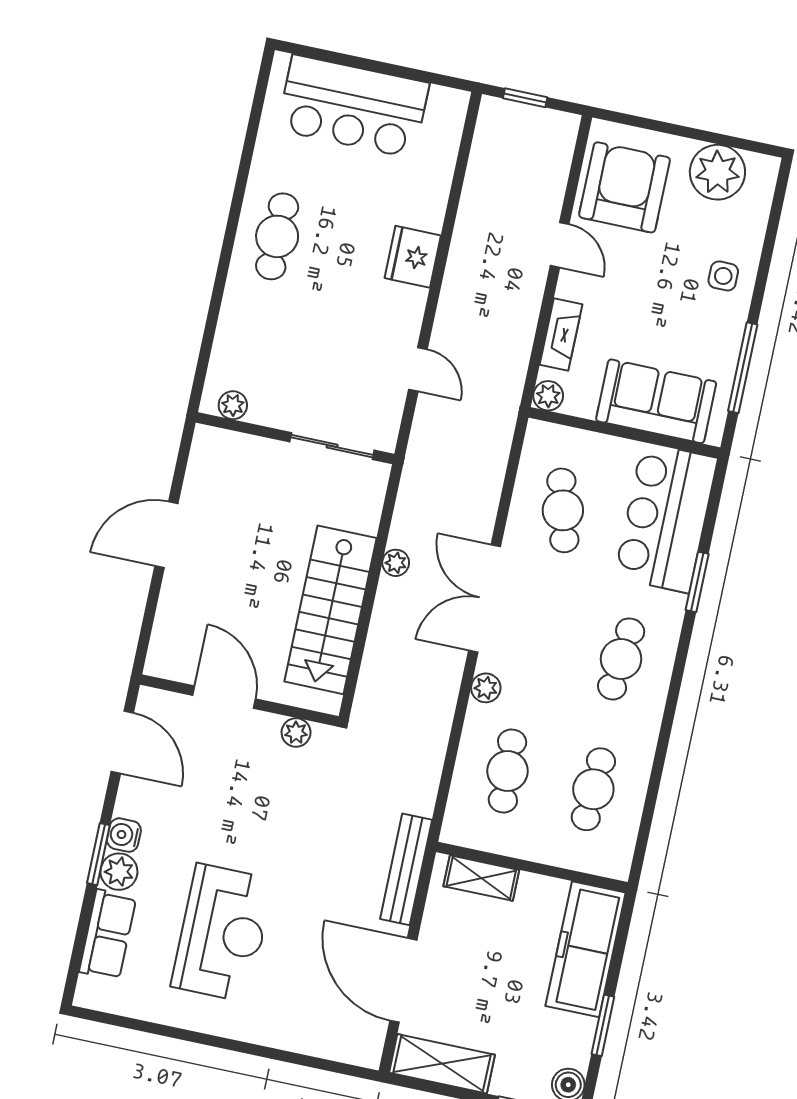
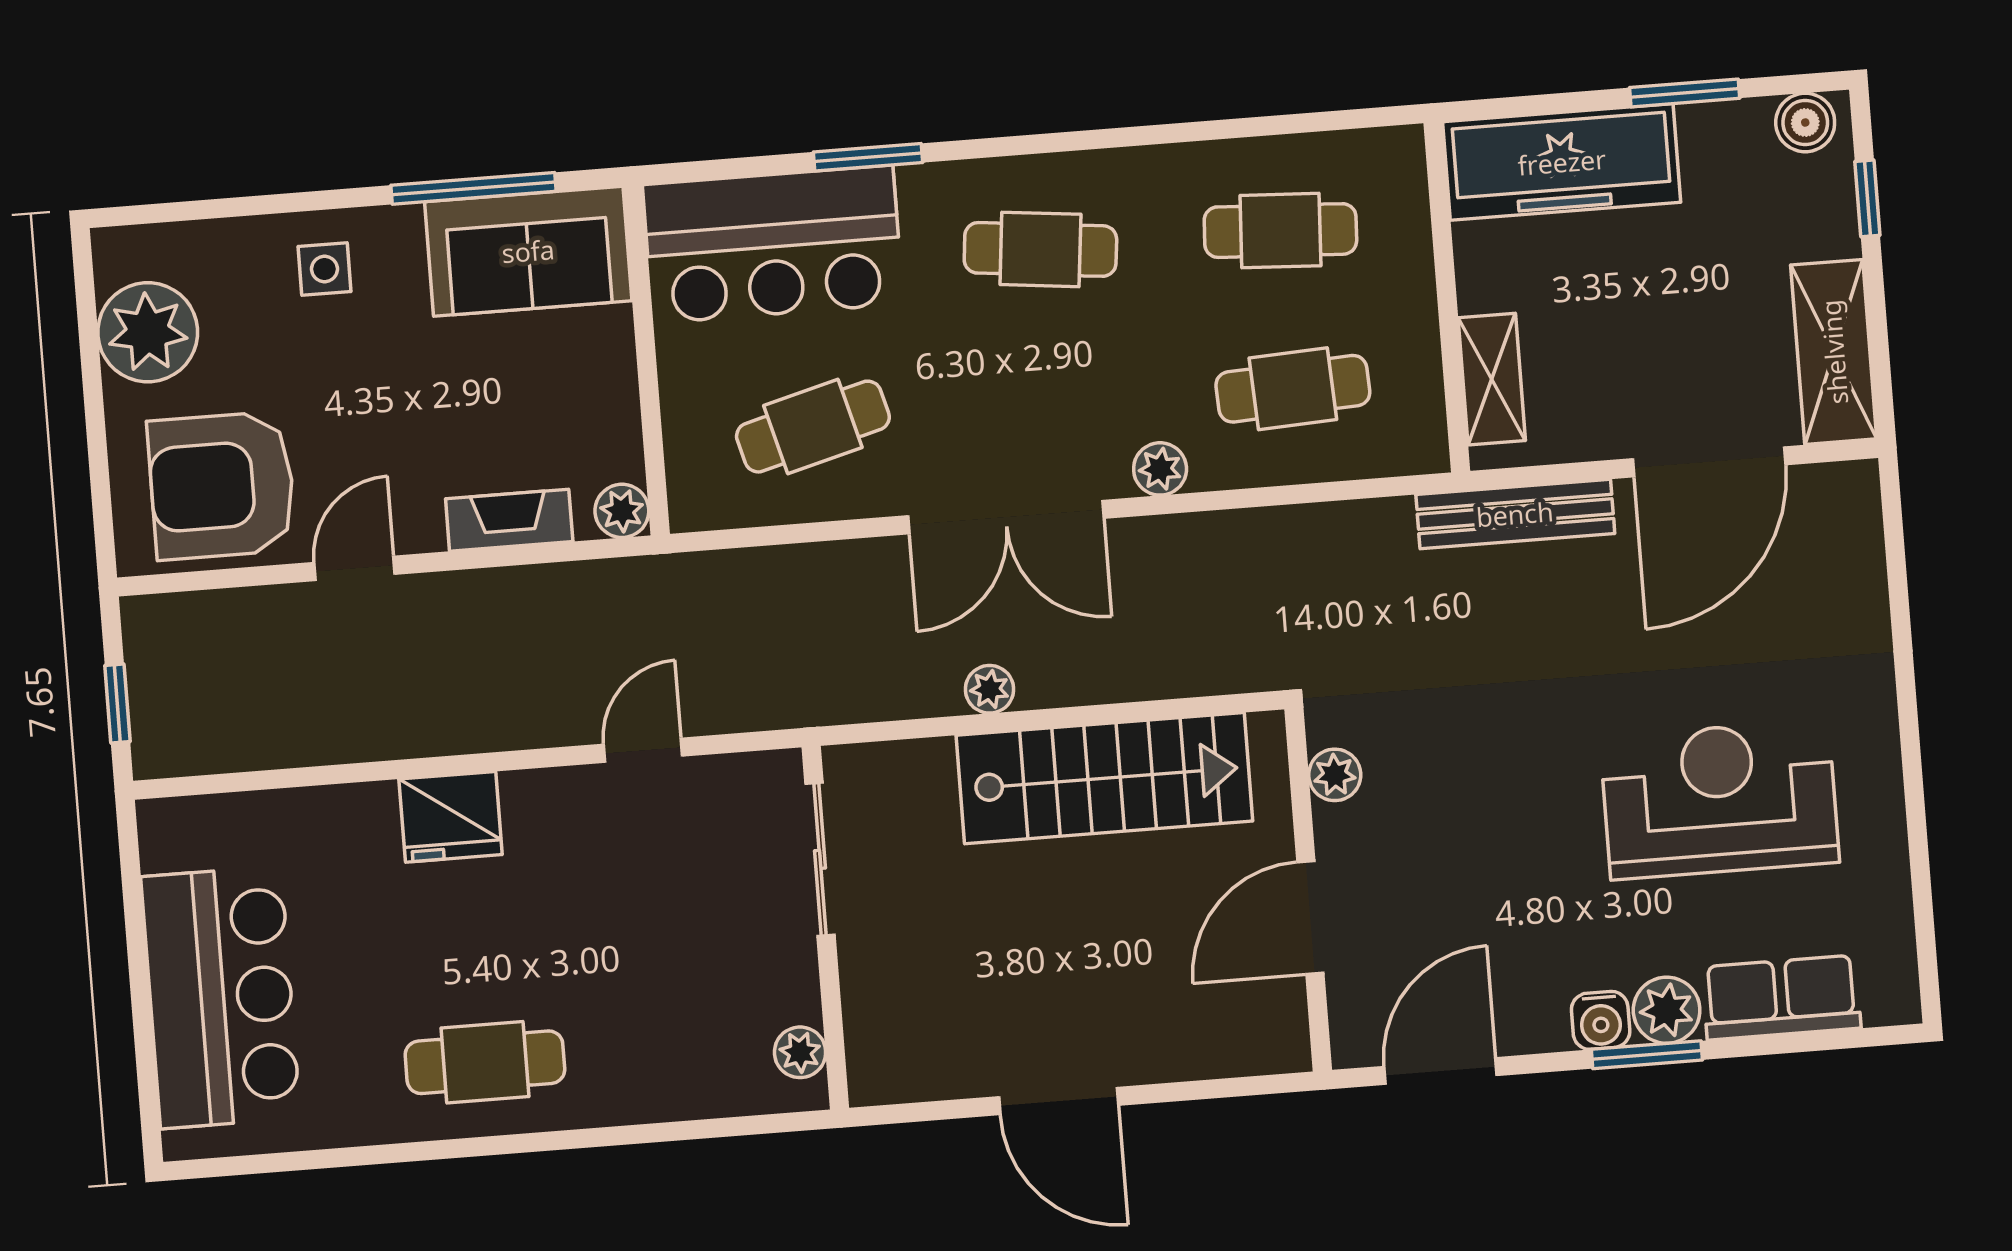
sofa: (656, 401) -> (528, 251), moved, turned -90

